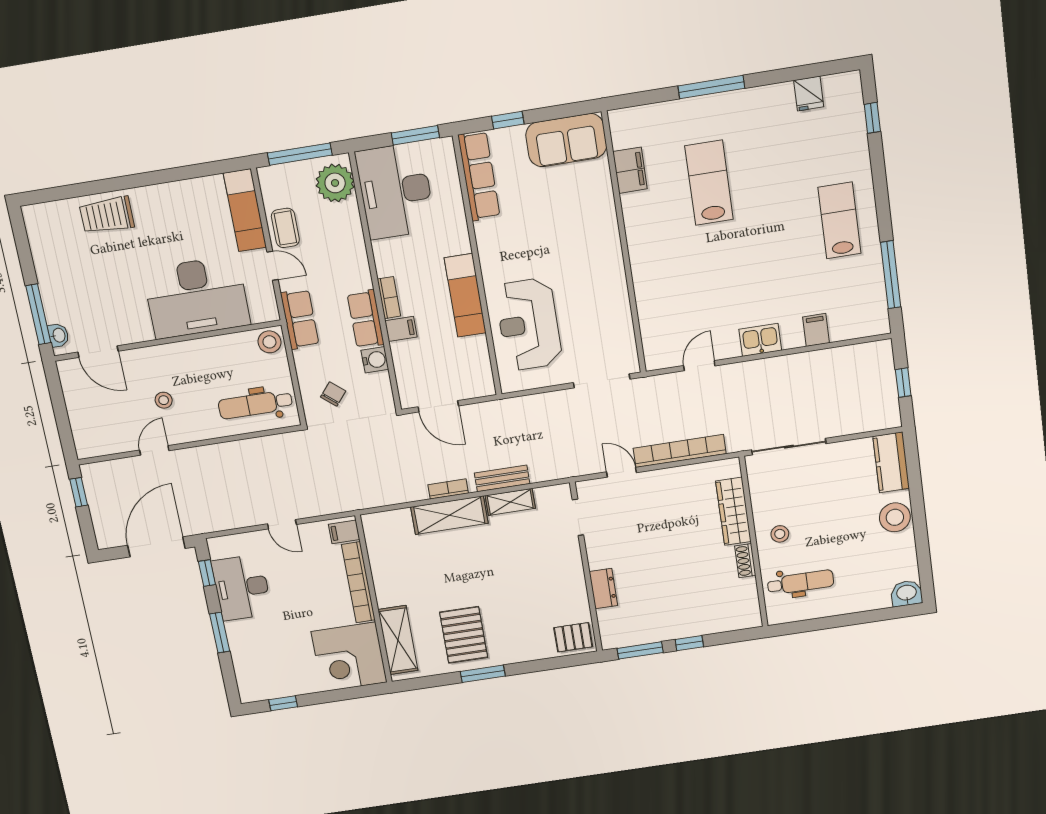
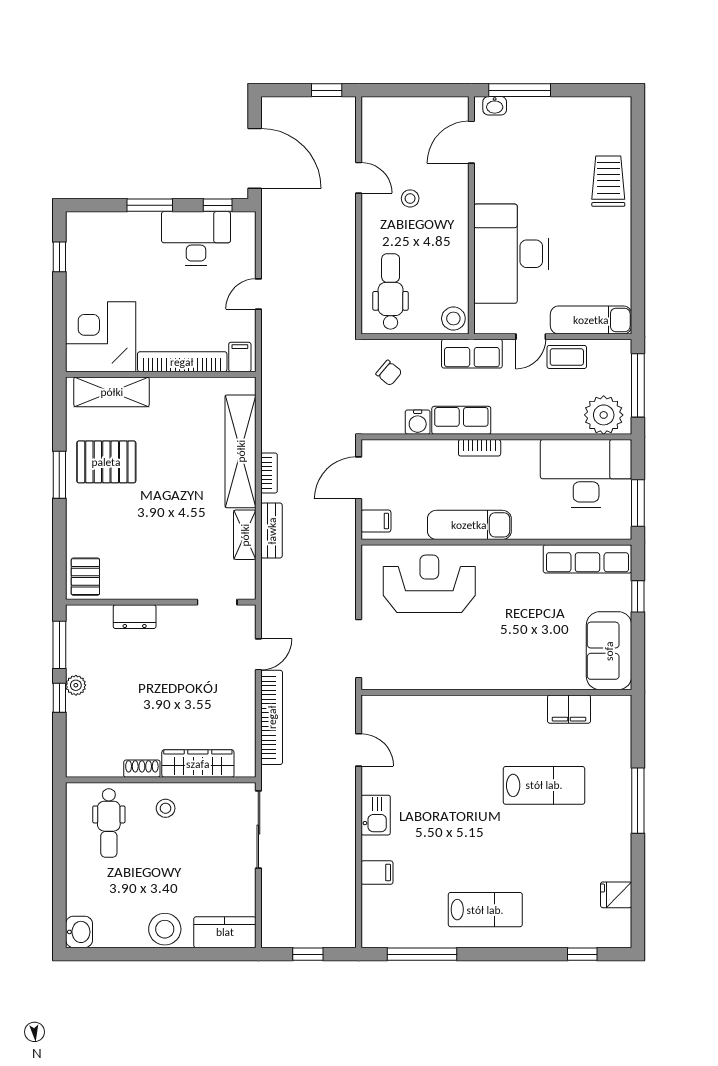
filing cabinet: (401, 329) -> (376, 521), moved, turned -90
shelving: (449, 515) -> (241, 451), width x1.47
plant: (675, 631) -> (76, 685), added

